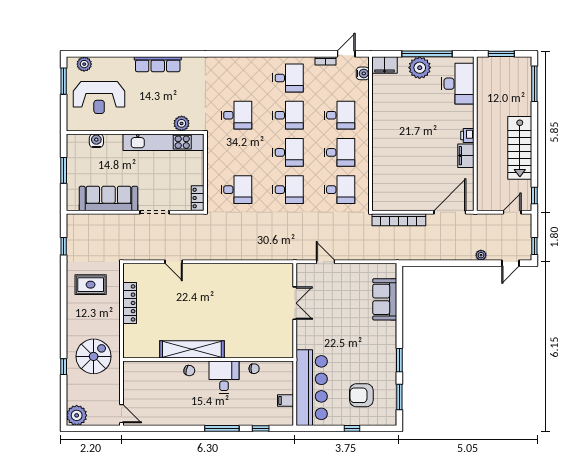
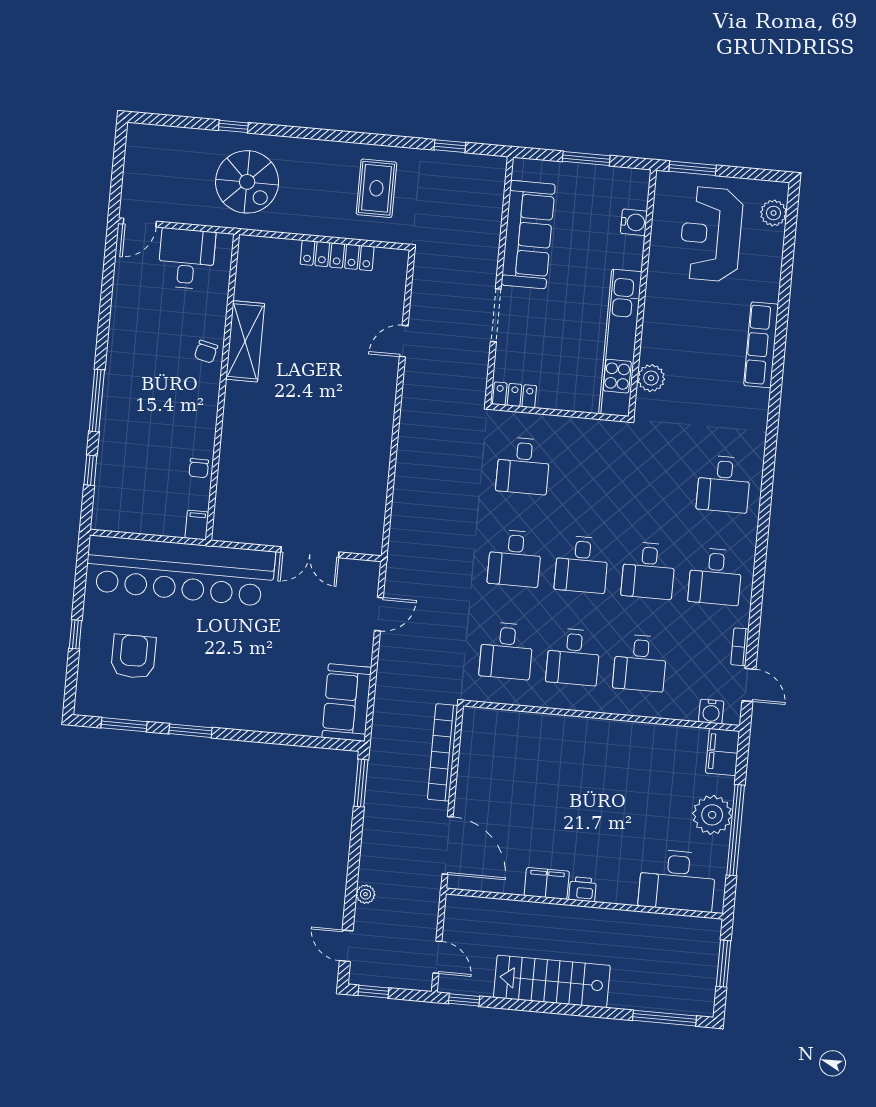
window: (64, 81) -> (693, 168), moved
desk: (236, 115) -> (724, 484), moved
window: (420, 263) -> (361, 783), added
sofa: (385, 299) -> (347, 702), moved, turned -90
shelving: (192, 349) -> (245, 341), width x0.68
desk: (224, 377) -> (187, 259), moved, turned -90
bar counter: (312, 388) -> (180, 571), width x1.36
filing cabinet: (286, 400) -> (197, 525), moved
plant: (77, 415) -> (144, 142), removed

